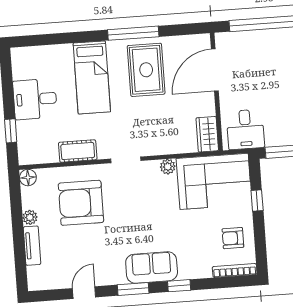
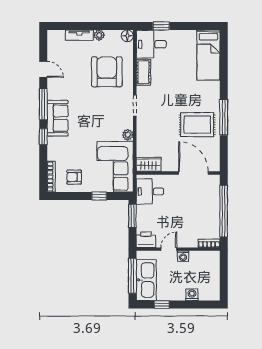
bed: (92, 77) -> (208, 55), moved, turned -90
desk: (35, 99) -> (151, 44), moved, turned -90
armchair: (233, 238) -> (74, 177), turned -90
window: (133, 289) -> (43, 104), width x1.44

